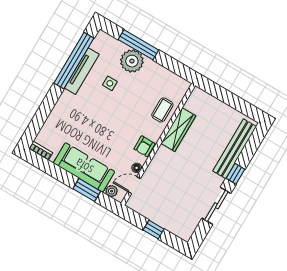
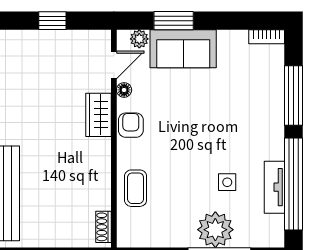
tv unit: (82, 71) -> (274, 187), width x0.71
shoe rack: (193, 99) -> (104, 227), added
window: (45, 110) -> (294, 95), added
wardrobe: (178, 130) -> (99, 115), moved, width x0.67
sofa: (84, 167) -> (183, 49), width x0.73

